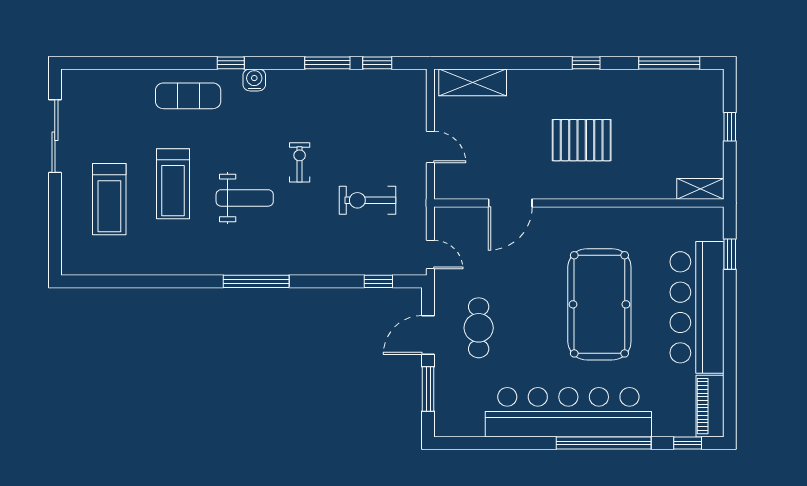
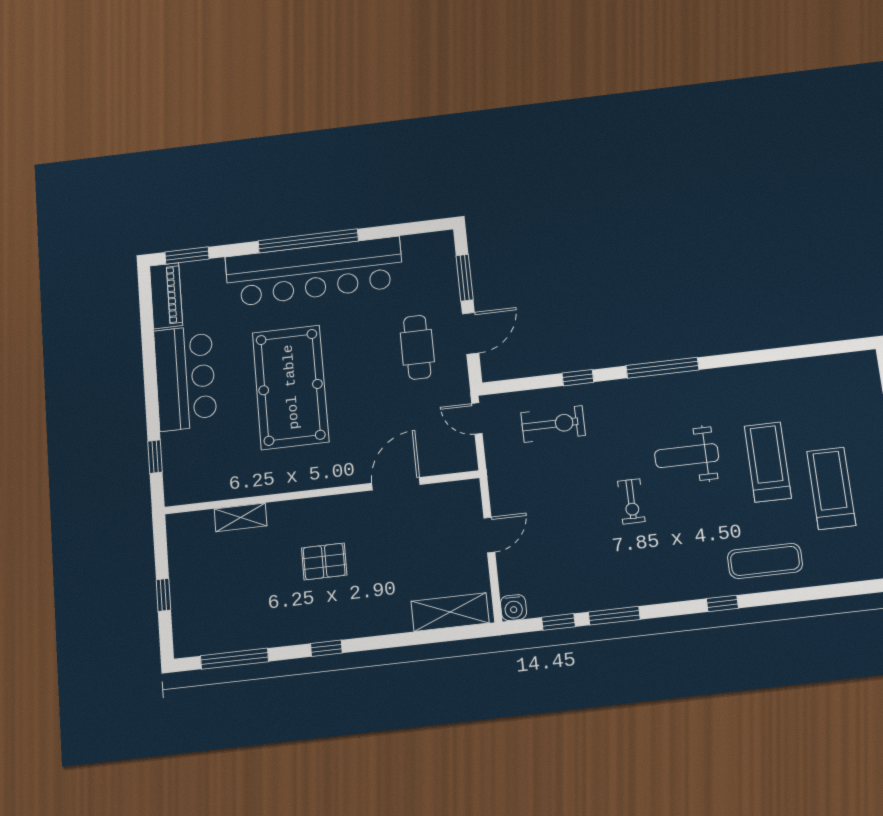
water cooler: (254, 80) -> (513, 608), moved
pallet: (582, 140) -> (324, 561), width x0.67, depth x0.71
door: (430, 147) -> (489, 535), swing flipped
shelving: (700, 189) -> (241, 517), moved
treadmill: (109, 199) -> (831, 488), moved
exercise bike: (367, 200) -> (553, 424), moved
window: (378, 281) -> (578, 378), moved
bar counter: (697, 307) -> (185, 378), width x0.73
window: (604, 443) -> (308, 241), moved
window: (688, 443) -> (187, 255), width x1.50

